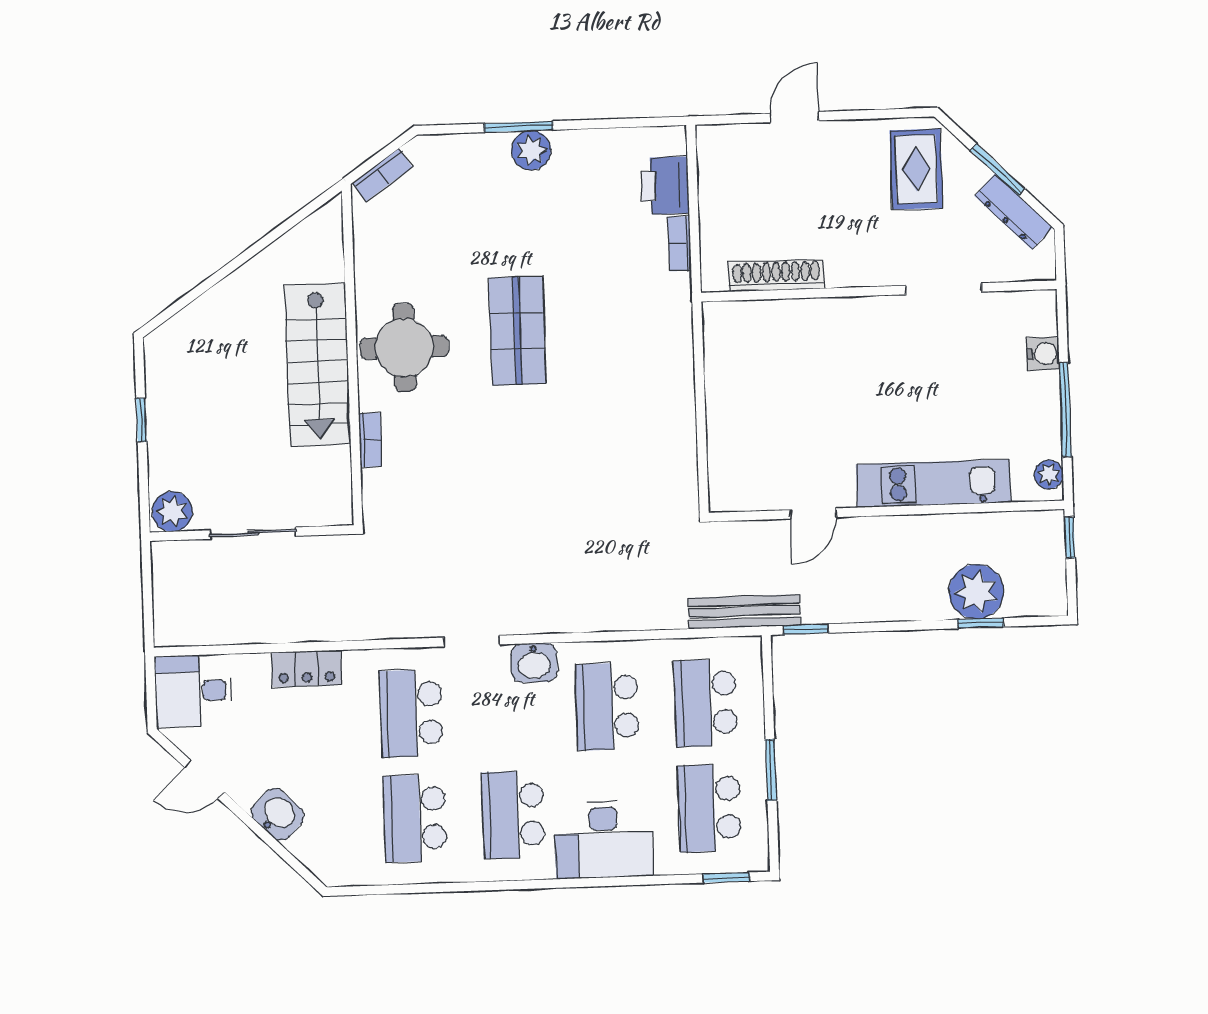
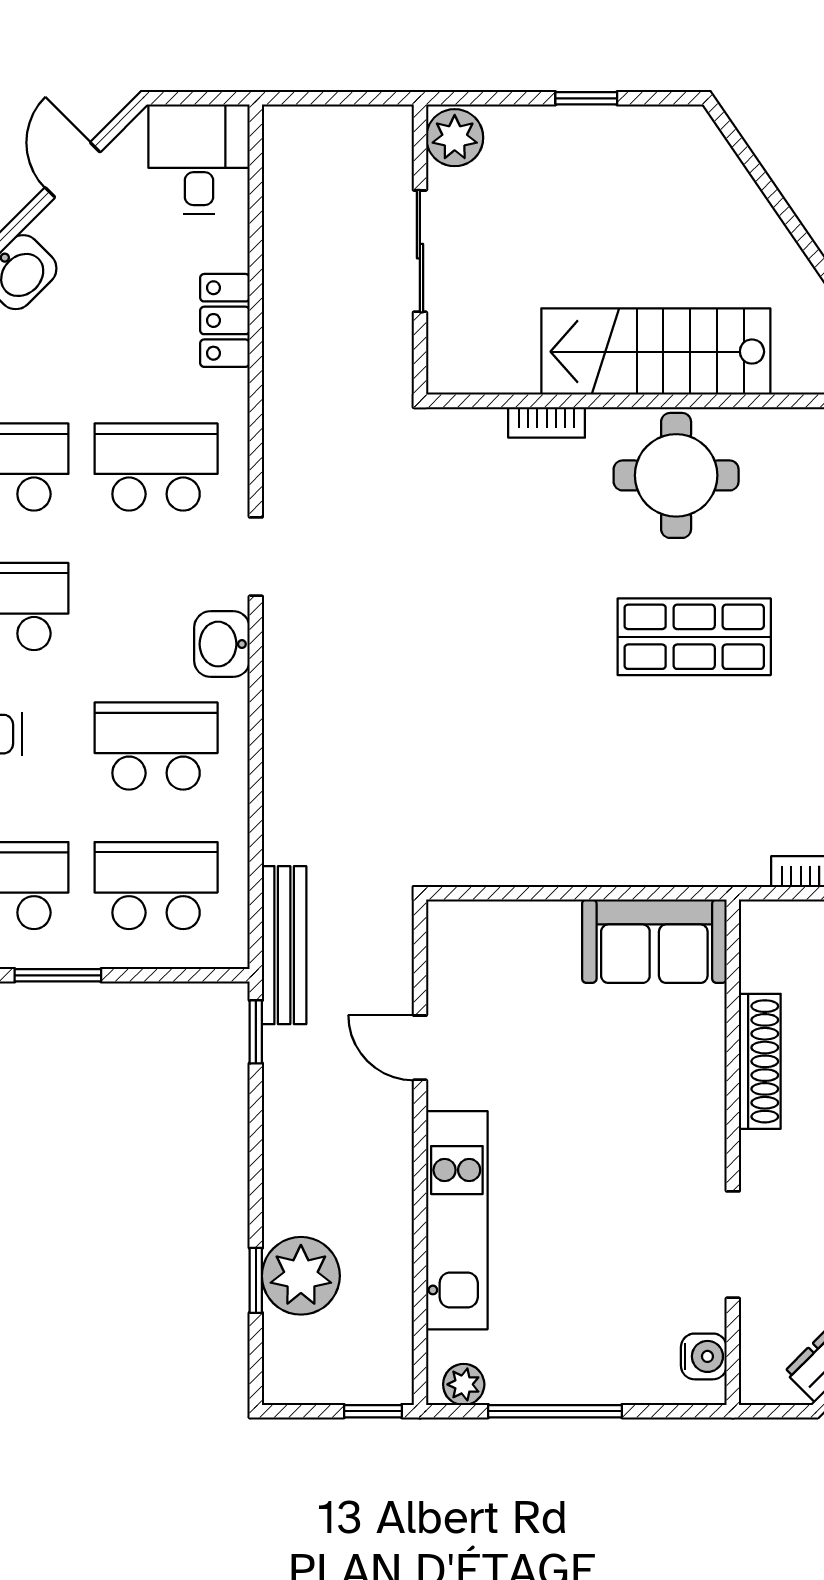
shoe rack: (776, 276) -> (760, 1061), moved
sofa: (732, 351) -> (654, 941), added
water cooler: (1043, 354) -> (704, 1356), moved, turned -90

